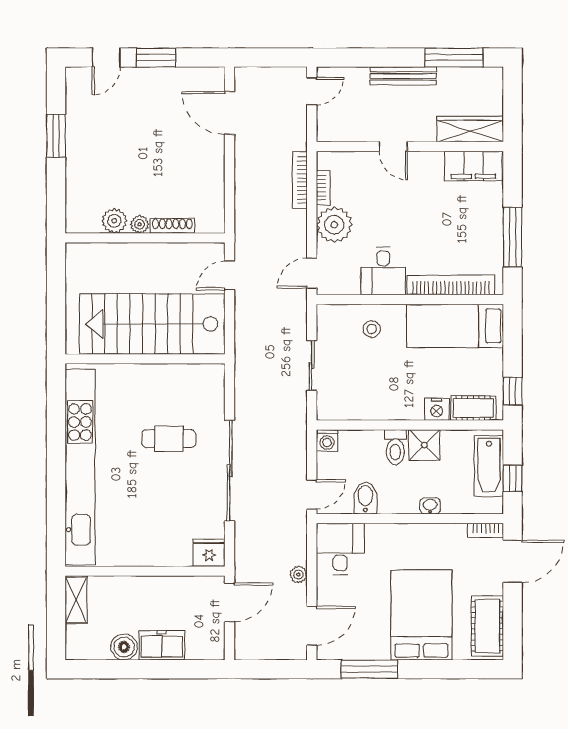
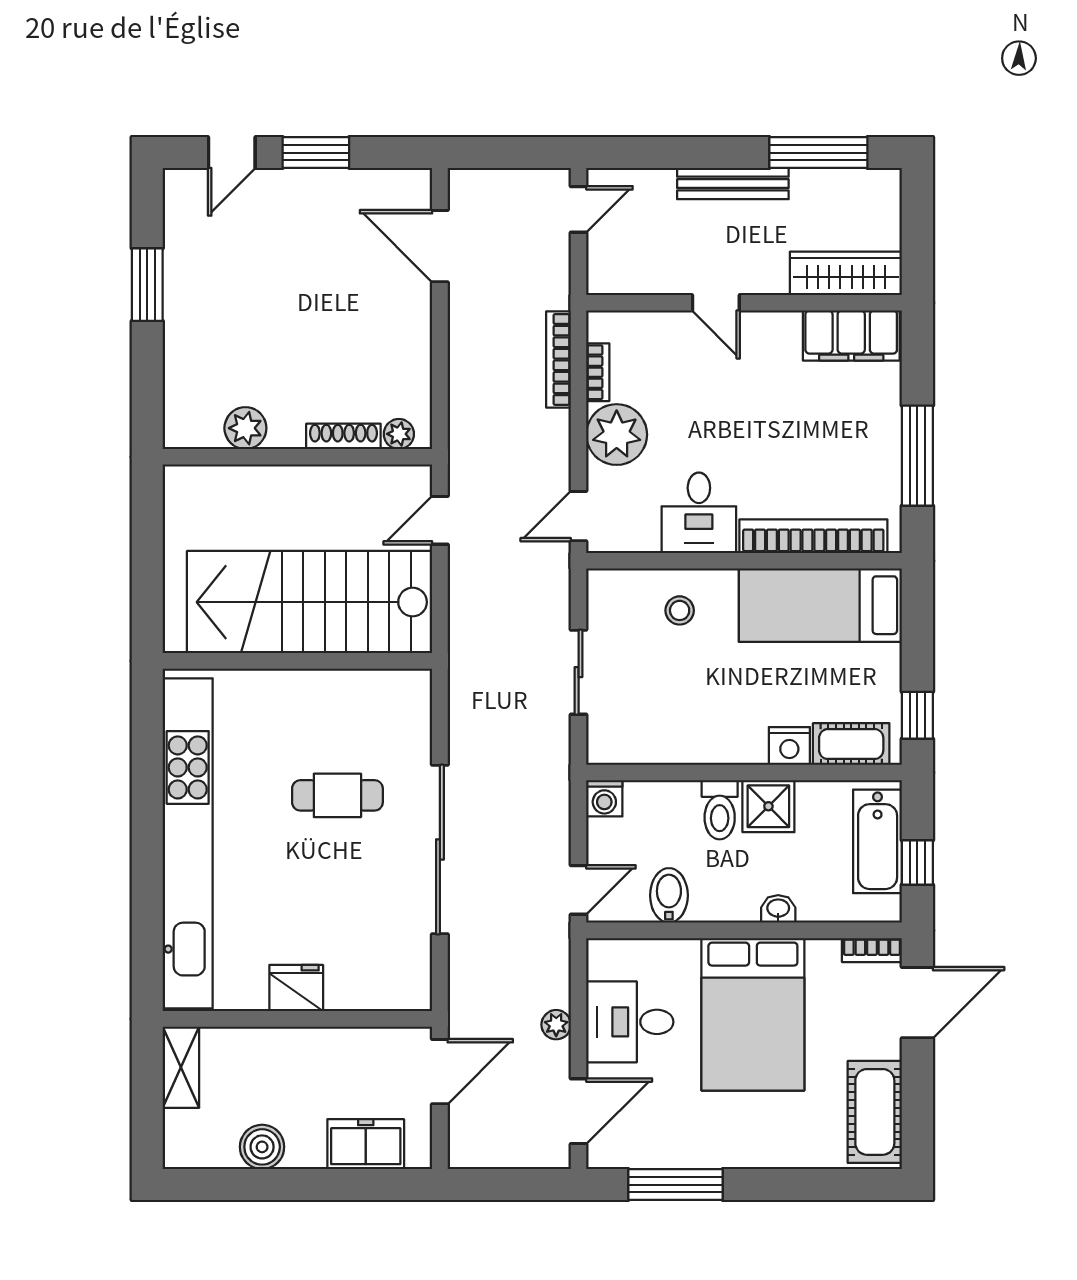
plant: (140, 224) -> (399, 434), moved
desk: (340, 549) -> (630, 1022), moved, turned -90
fridge: (209, 553) -> (296, 988), moved
bed: (421, 615) -> (753, 1014), moved, turned 180
freezer: (162, 645) -> (366, 1144), moved

